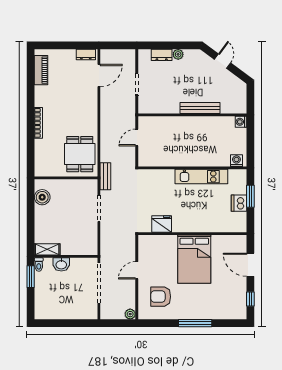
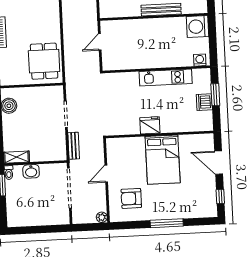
washing machine: (241, 122) -> (198, 27), width x1.89, depth x1.89
bench: (105, 176) -> (74, 146), moved
fridge: (162, 224) -> (150, 125), moved

